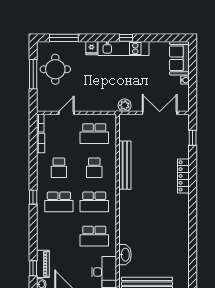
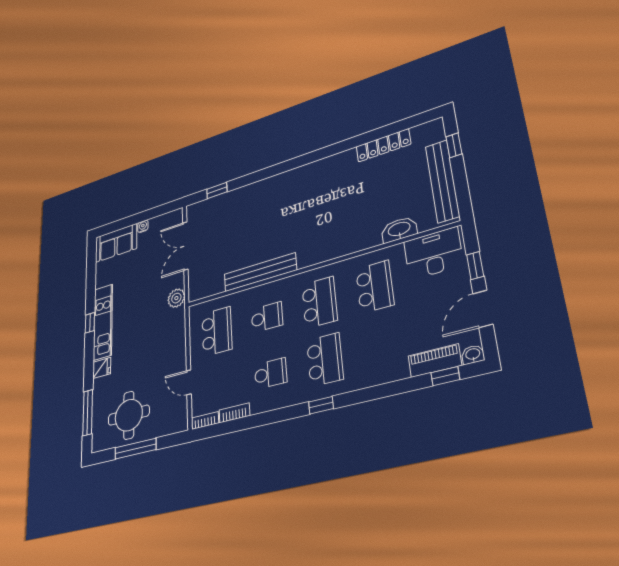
locker: (183, 176) -> (383, 145), moved

